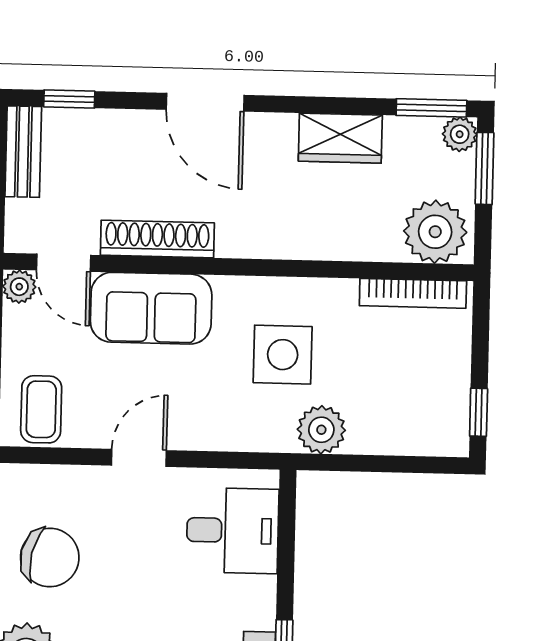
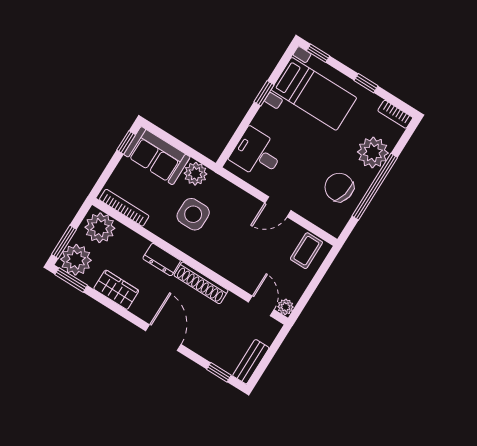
plant: (460, 134) -> (76, 260), width x1.87, depth x1.87
shoe rack: (157, 239) -> (201, 283), moved
dresser: (291, 240) -> (162, 260), added
sofa: (151, 308) -> (157, 156), moved, turned 180

